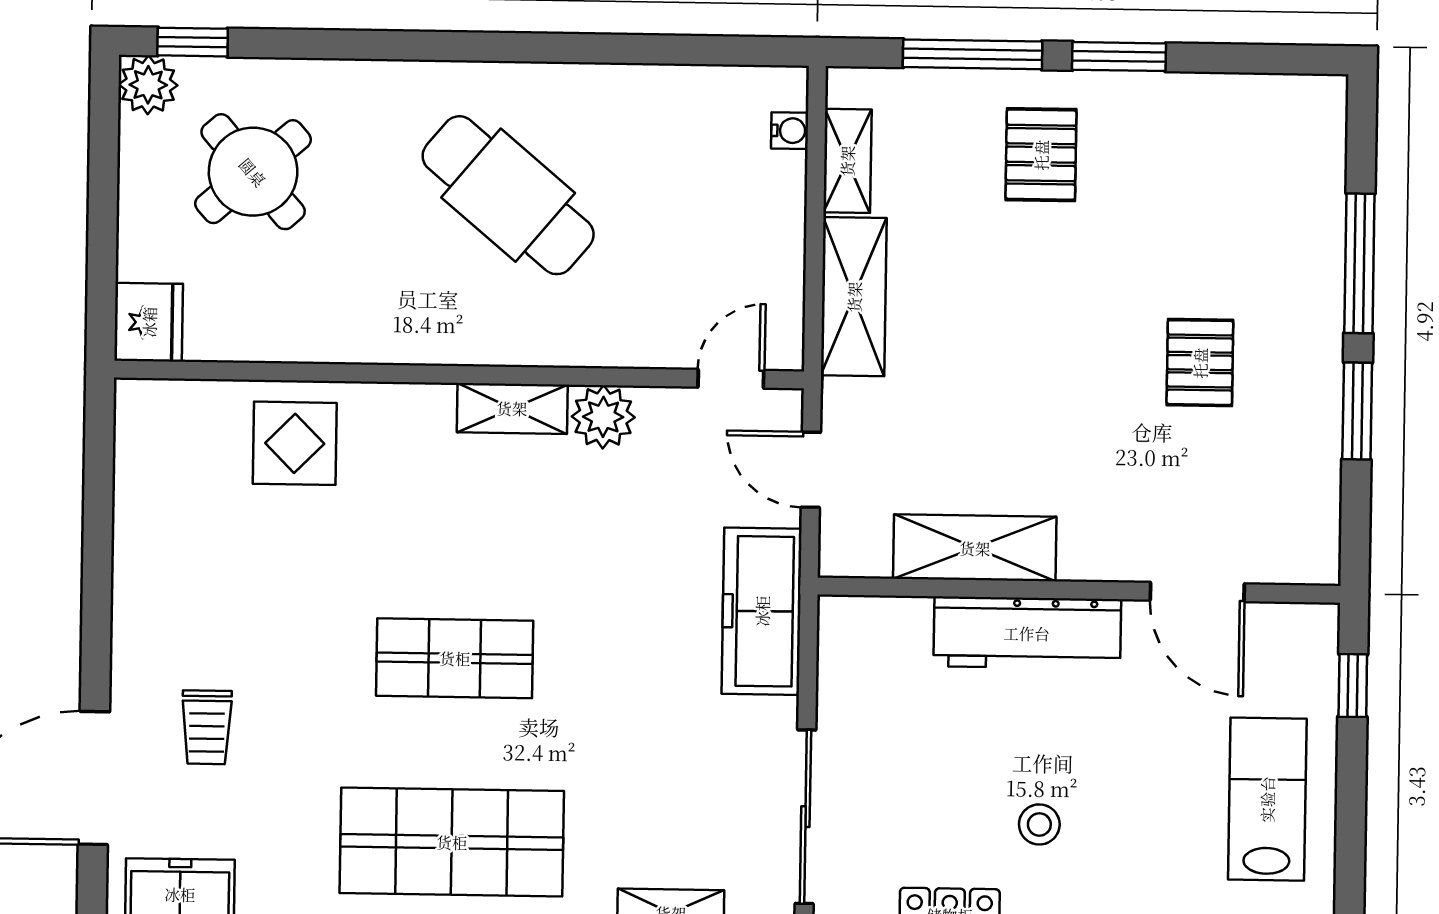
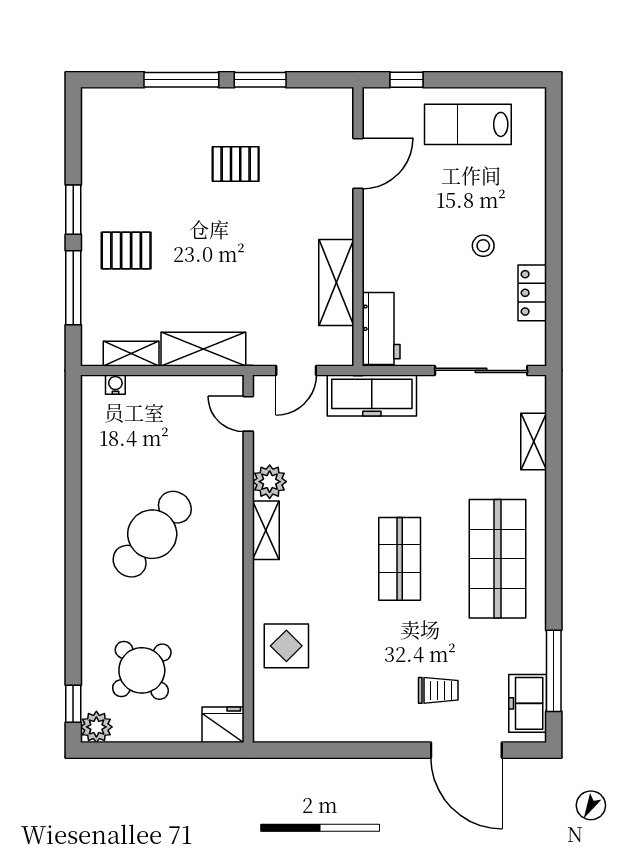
workbench: (1027, 633) -> (381, 329), moved, width x0.73

